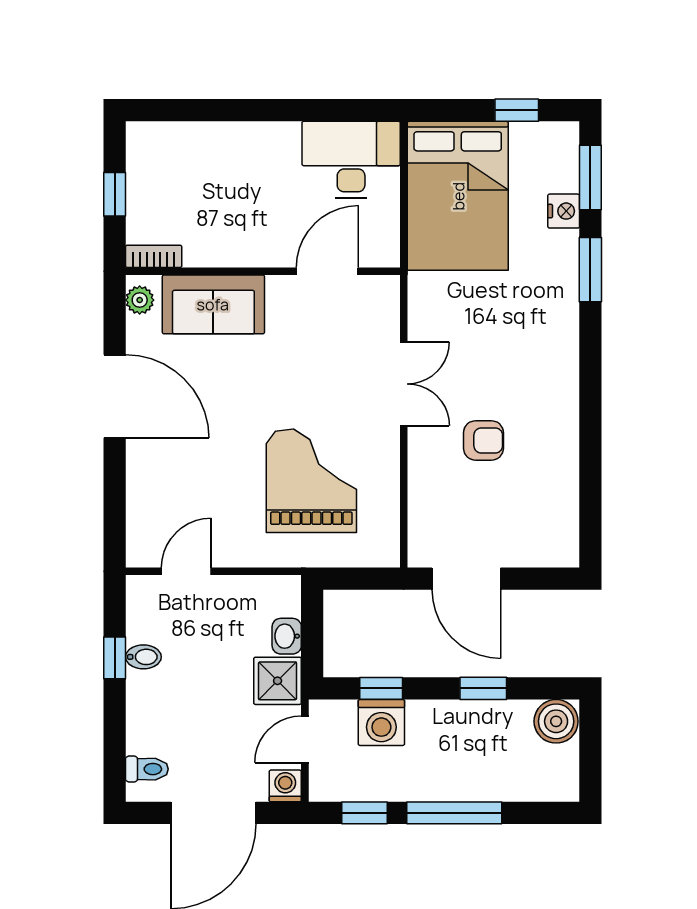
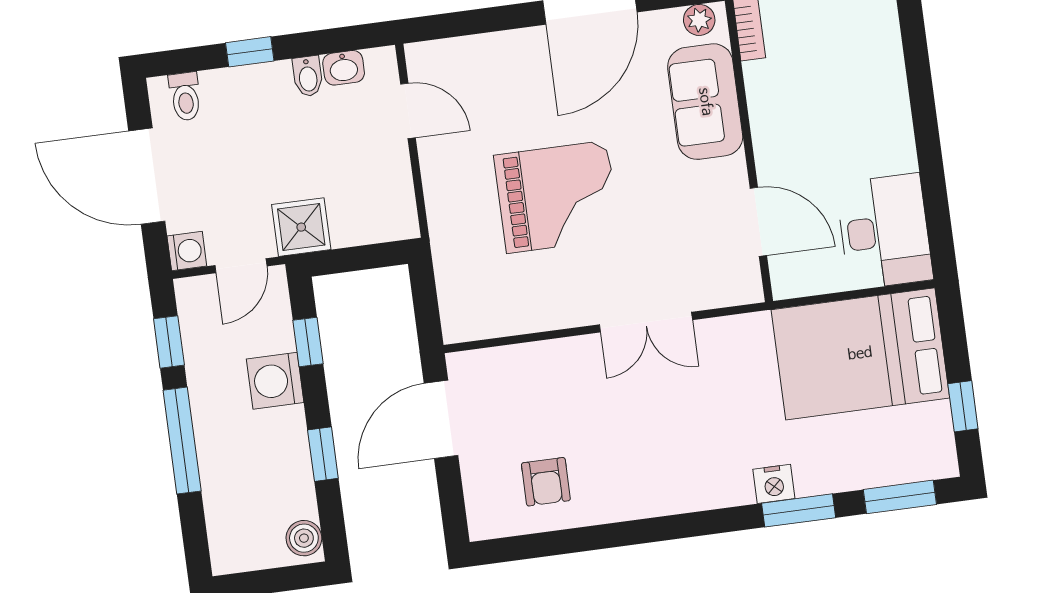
nightstand: (564, 211) -> (774, 484), moved
armchair: (483, 440) -> (546, 482), moved
grand piano: (311, 481) -> (557, 197), moved
washbasin: (287, 636) -> (344, 68), moved, turned 180
window: (115, 658) -> (250, 52), moved
boiler: (556, 721) -> (304, 538), width x0.73, depth x0.73
washing machine: (381, 722) -> (275, 381), moved
door: (305, 739) -> (241, 266), swing flipped

